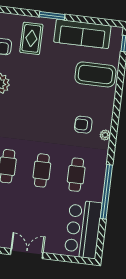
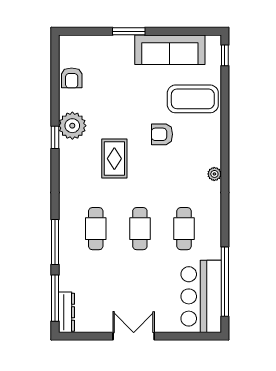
rug: (31, 38) -> (114, 159), moved
armchair: (83, 125) -> (162, 134), moved
window: (106, 192) -> (225, 282), moved

